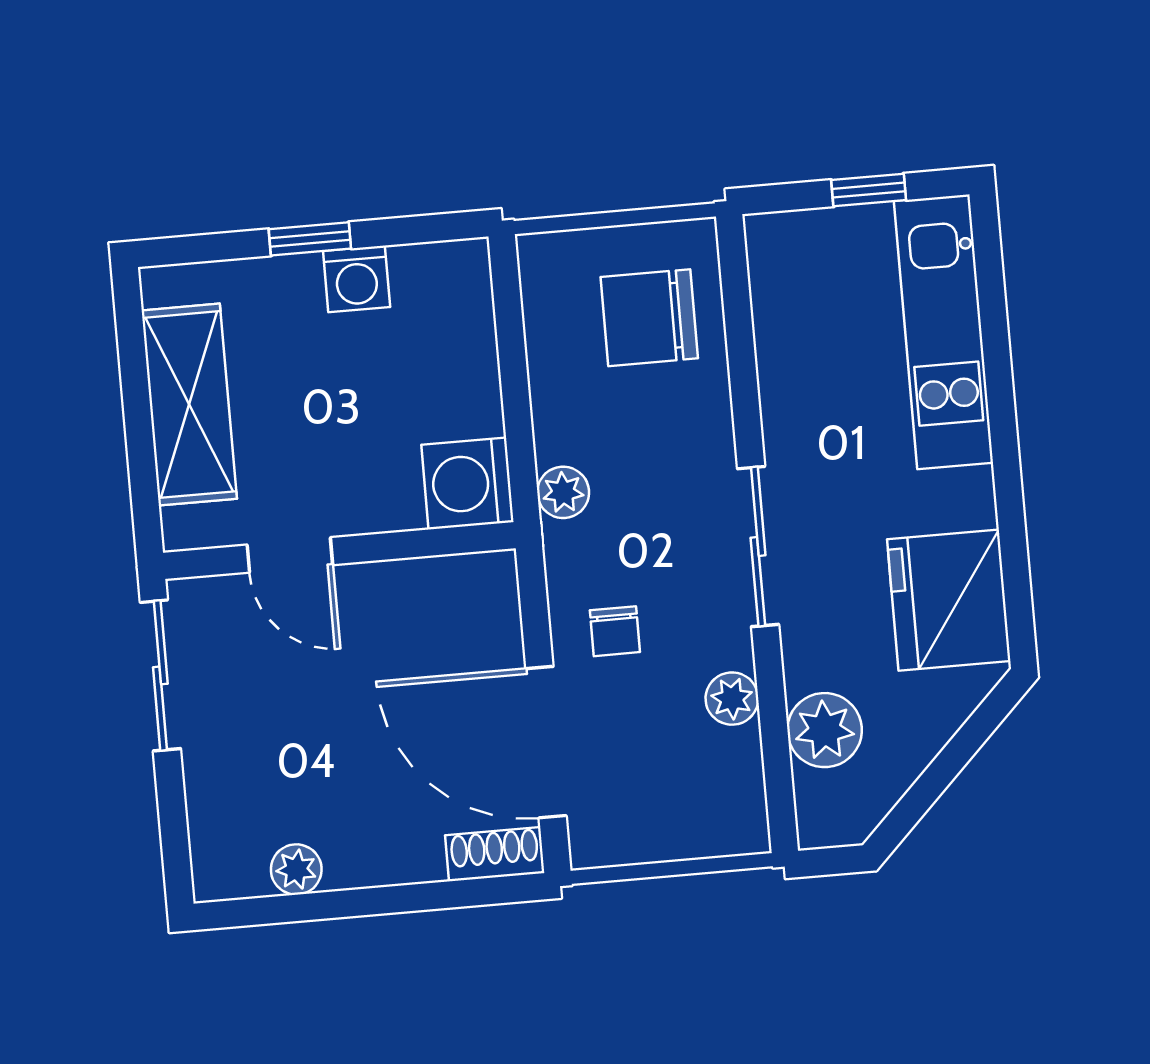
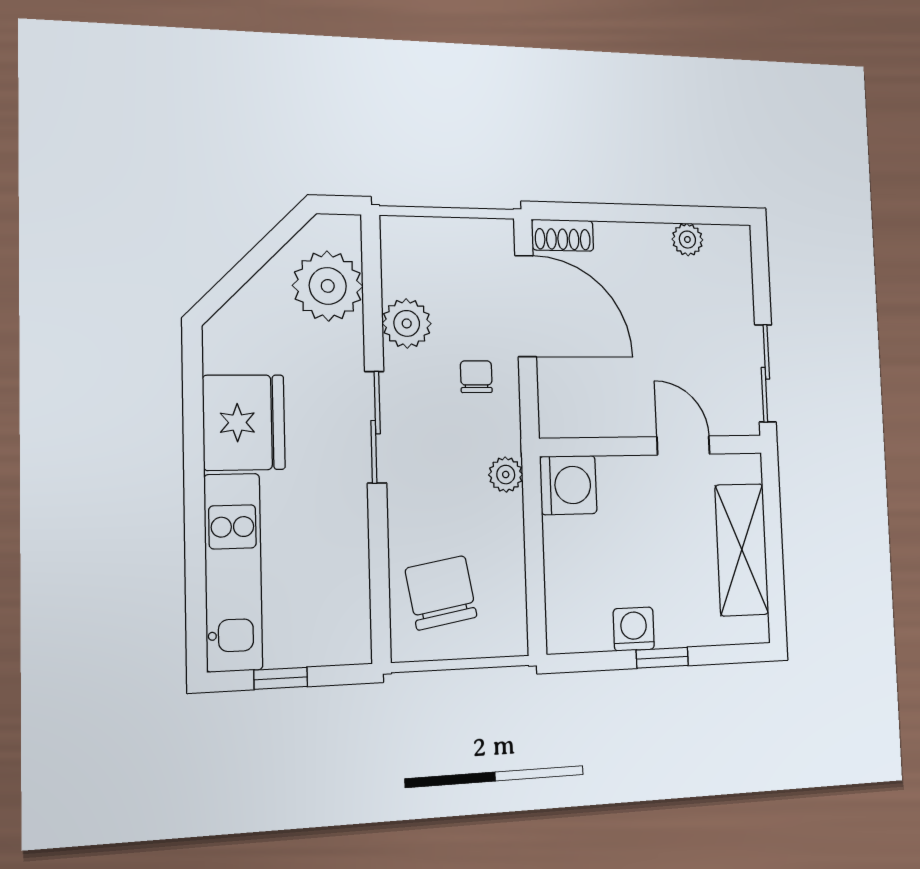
chair: (649, 318) -> (441, 593), turned -100
fridge: (949, 600) -> (244, 422), moved
plant: (732, 699) -> (407, 323), width x1.38, depth x1.38
plant: (825, 730) -> (328, 286), width x1.36, depth x1.36

